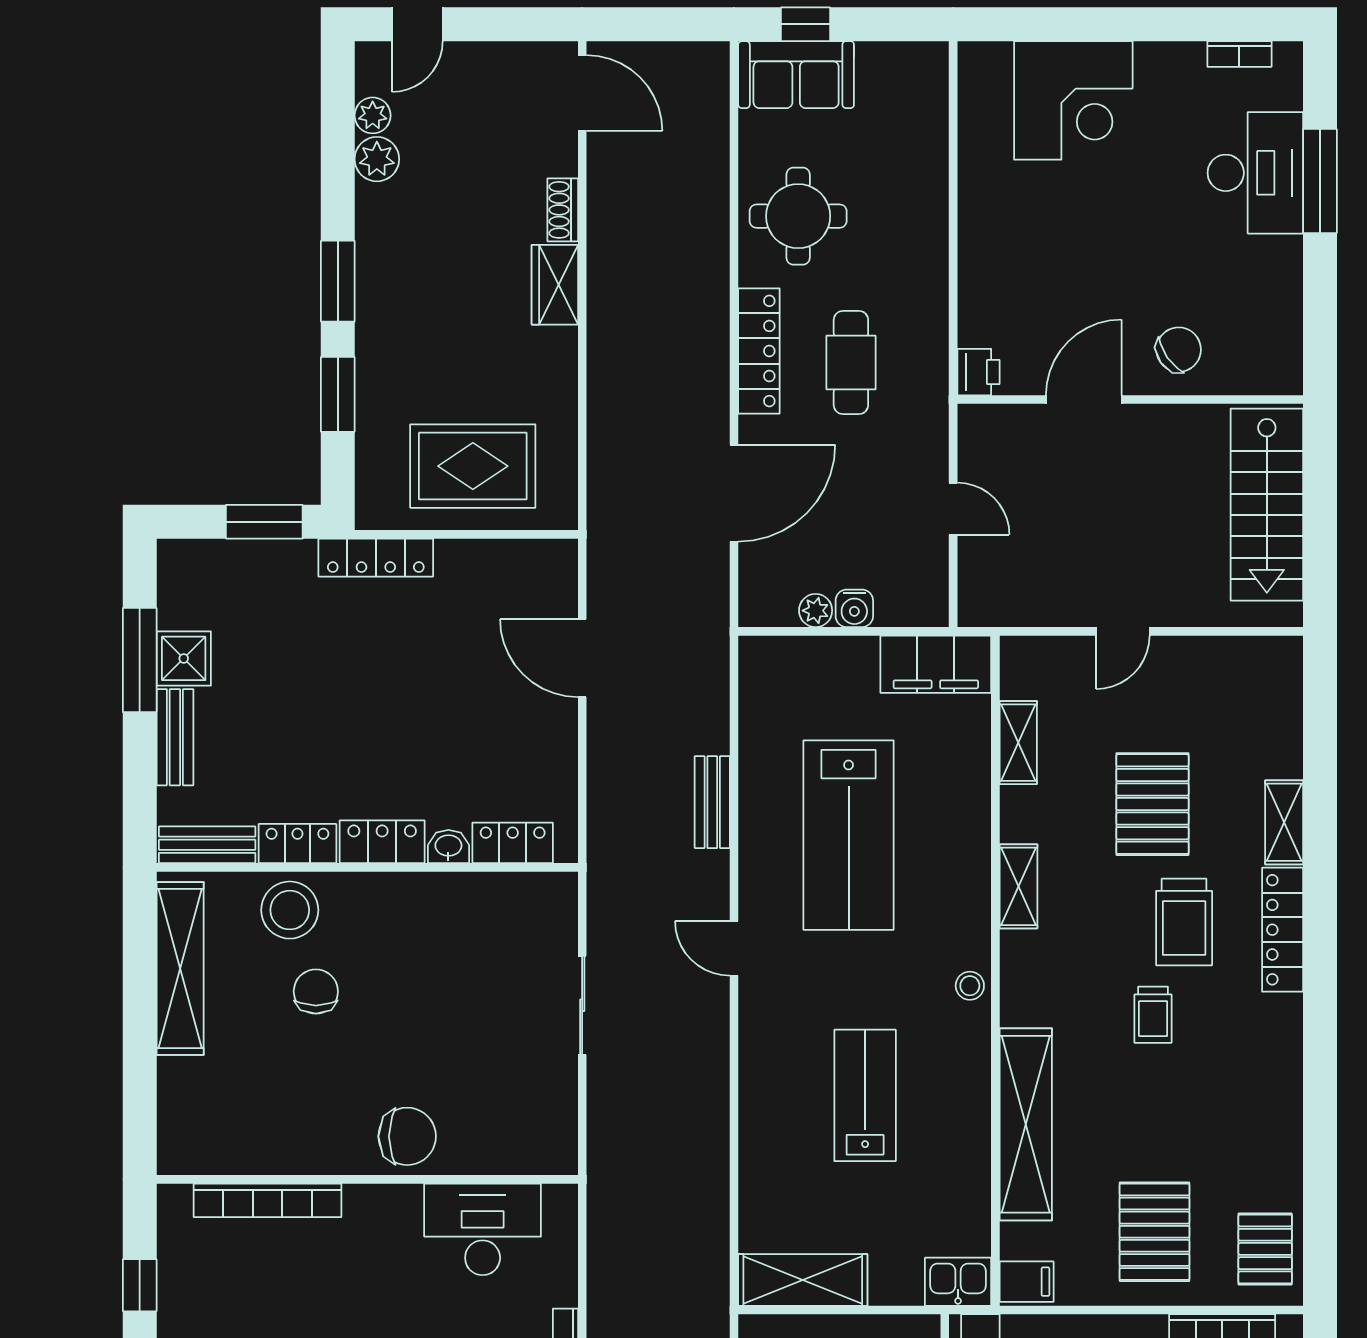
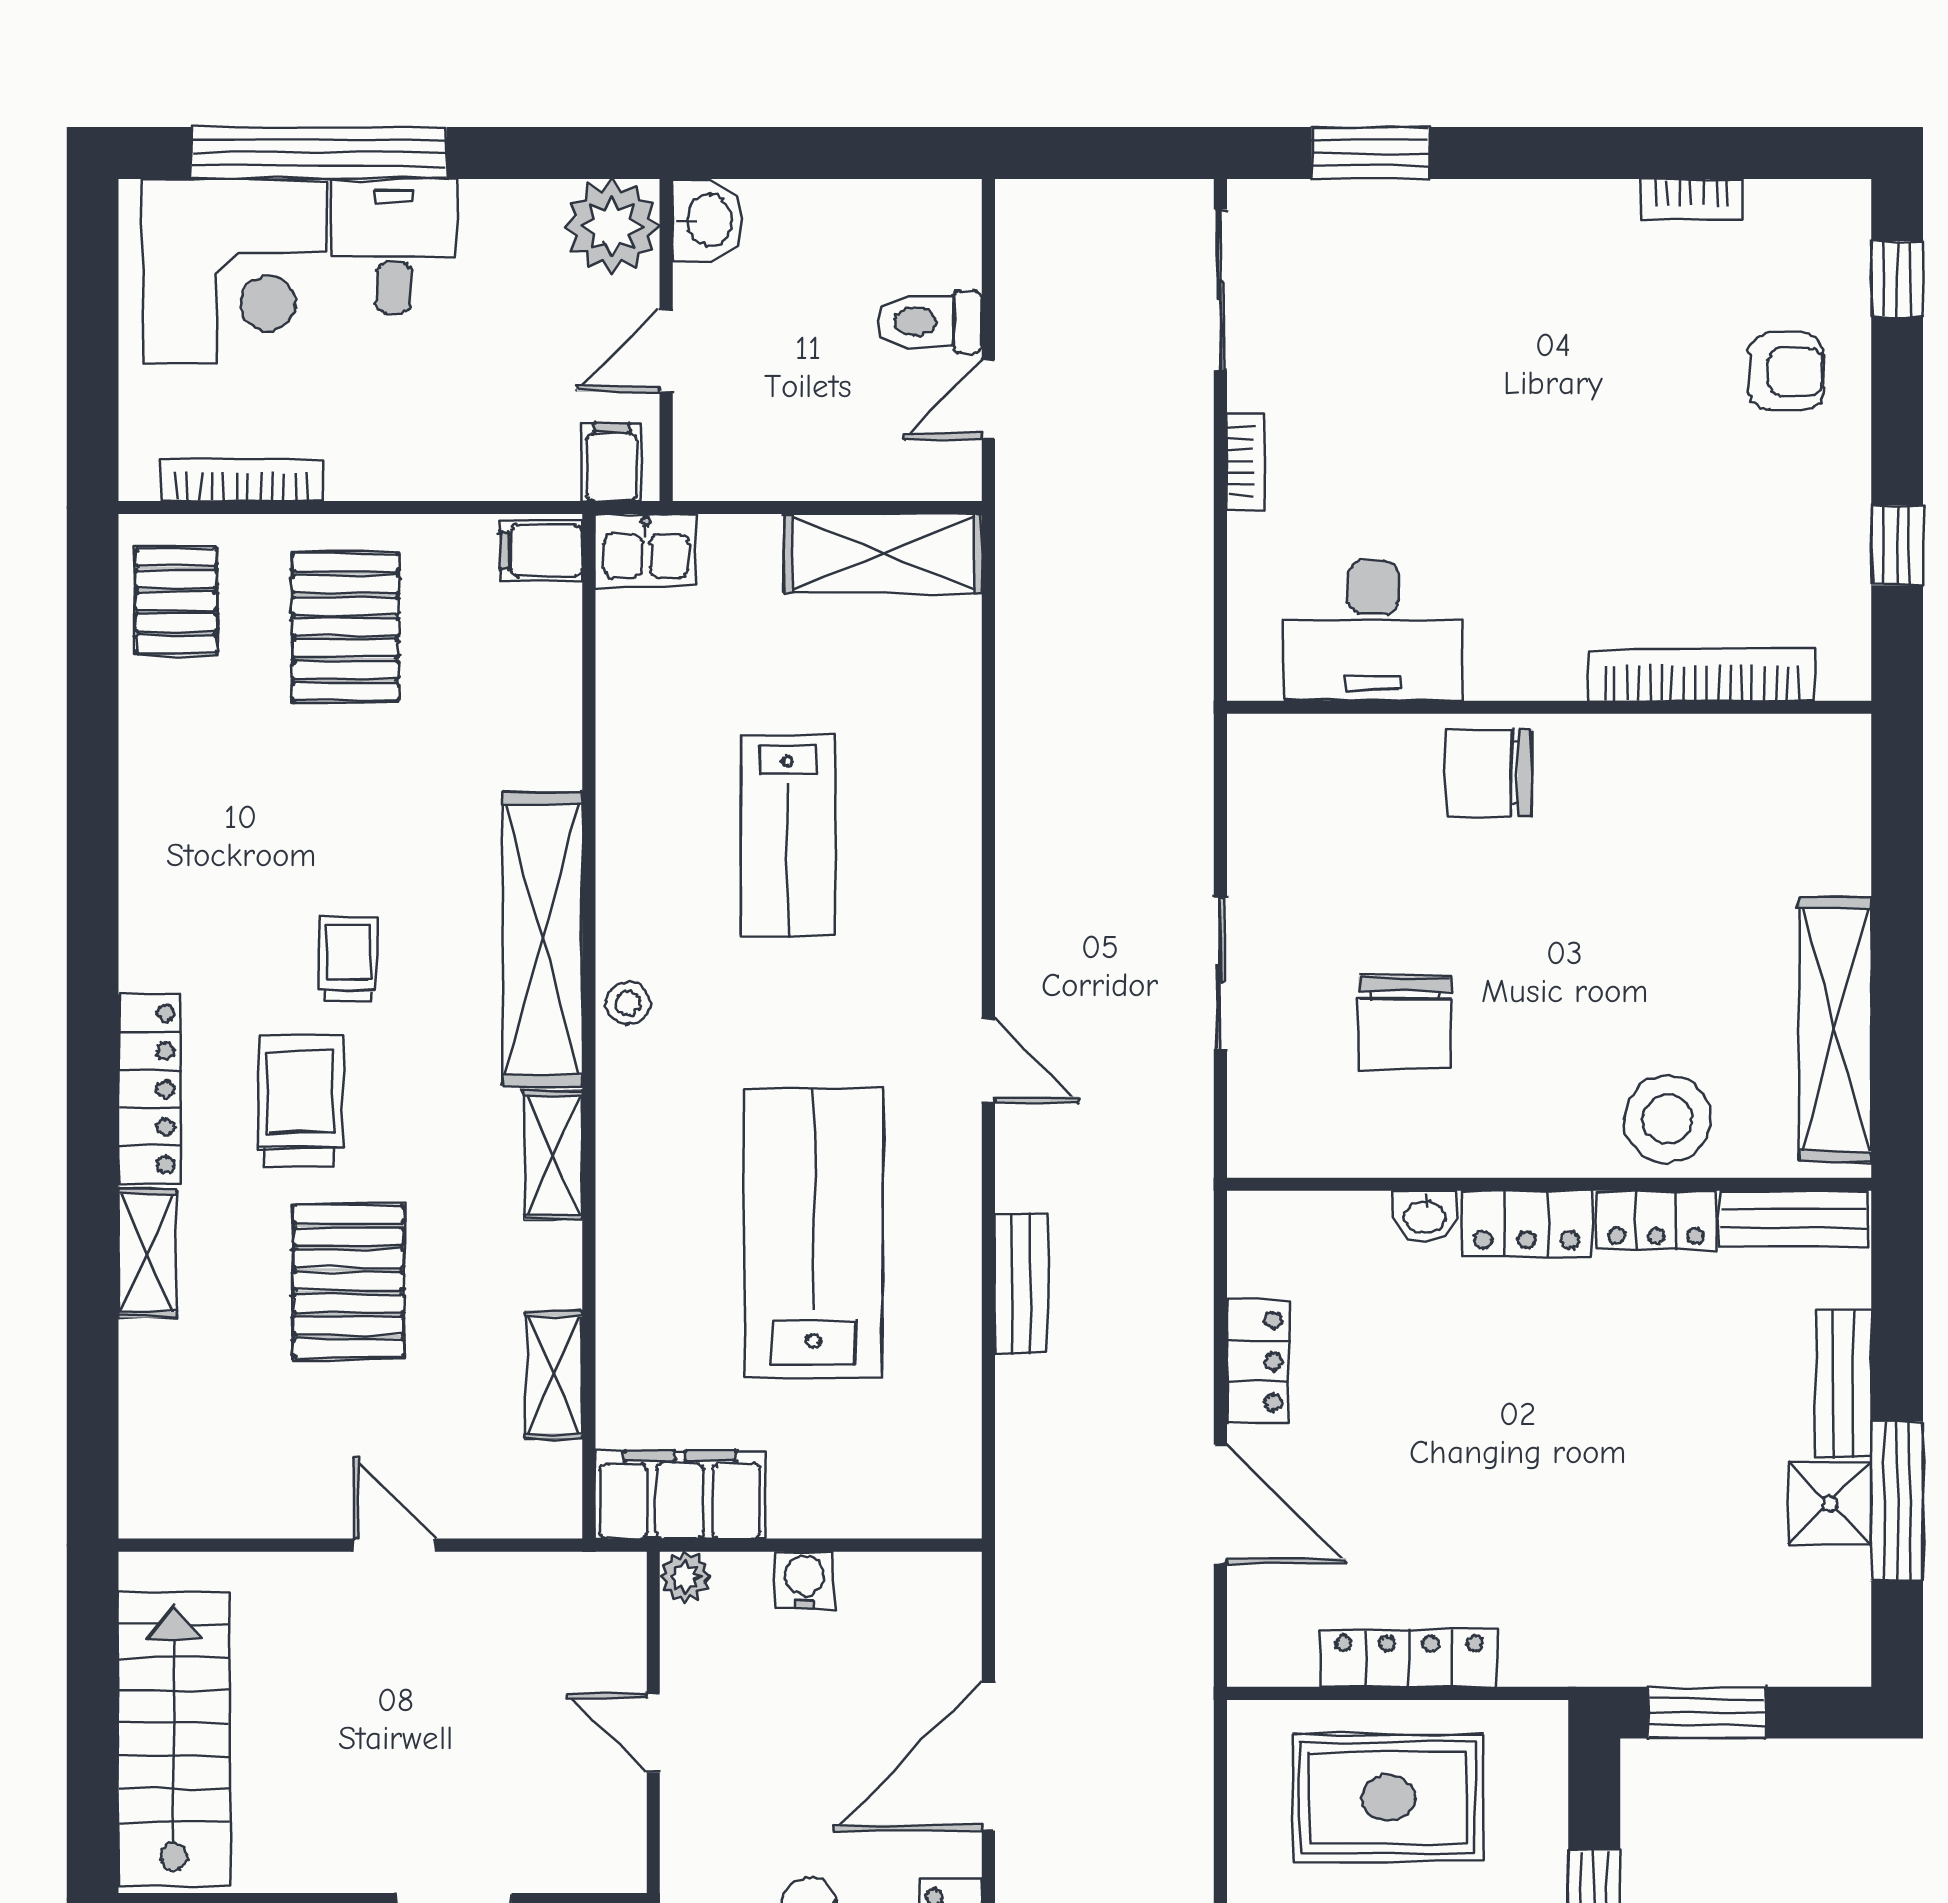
locker: (376, 558) -> (1409, 1658), moved
plant: (816, 611) -> (685, 1577), moved
door: (1123, 631) -> (394, 1545), hinge flipped
locker: (513, 843) -> (1258, 1361), moved, turned -90
chair: (316, 991) -> (1405, 1023), moved, width x1.37, depth x1.37
shelving: (1026, 1124) -> (542, 939), moved

